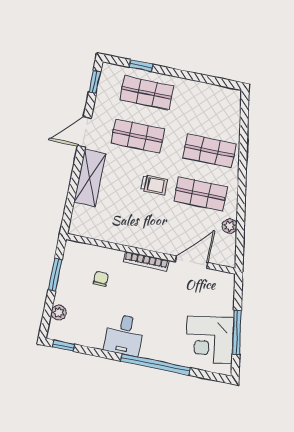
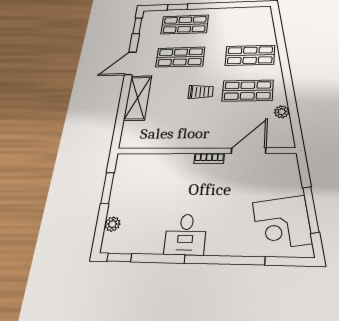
bookcase: (146, 261) -> (209, 158), width x0.64
chair: (101, 279) -> (155, 183), removed

